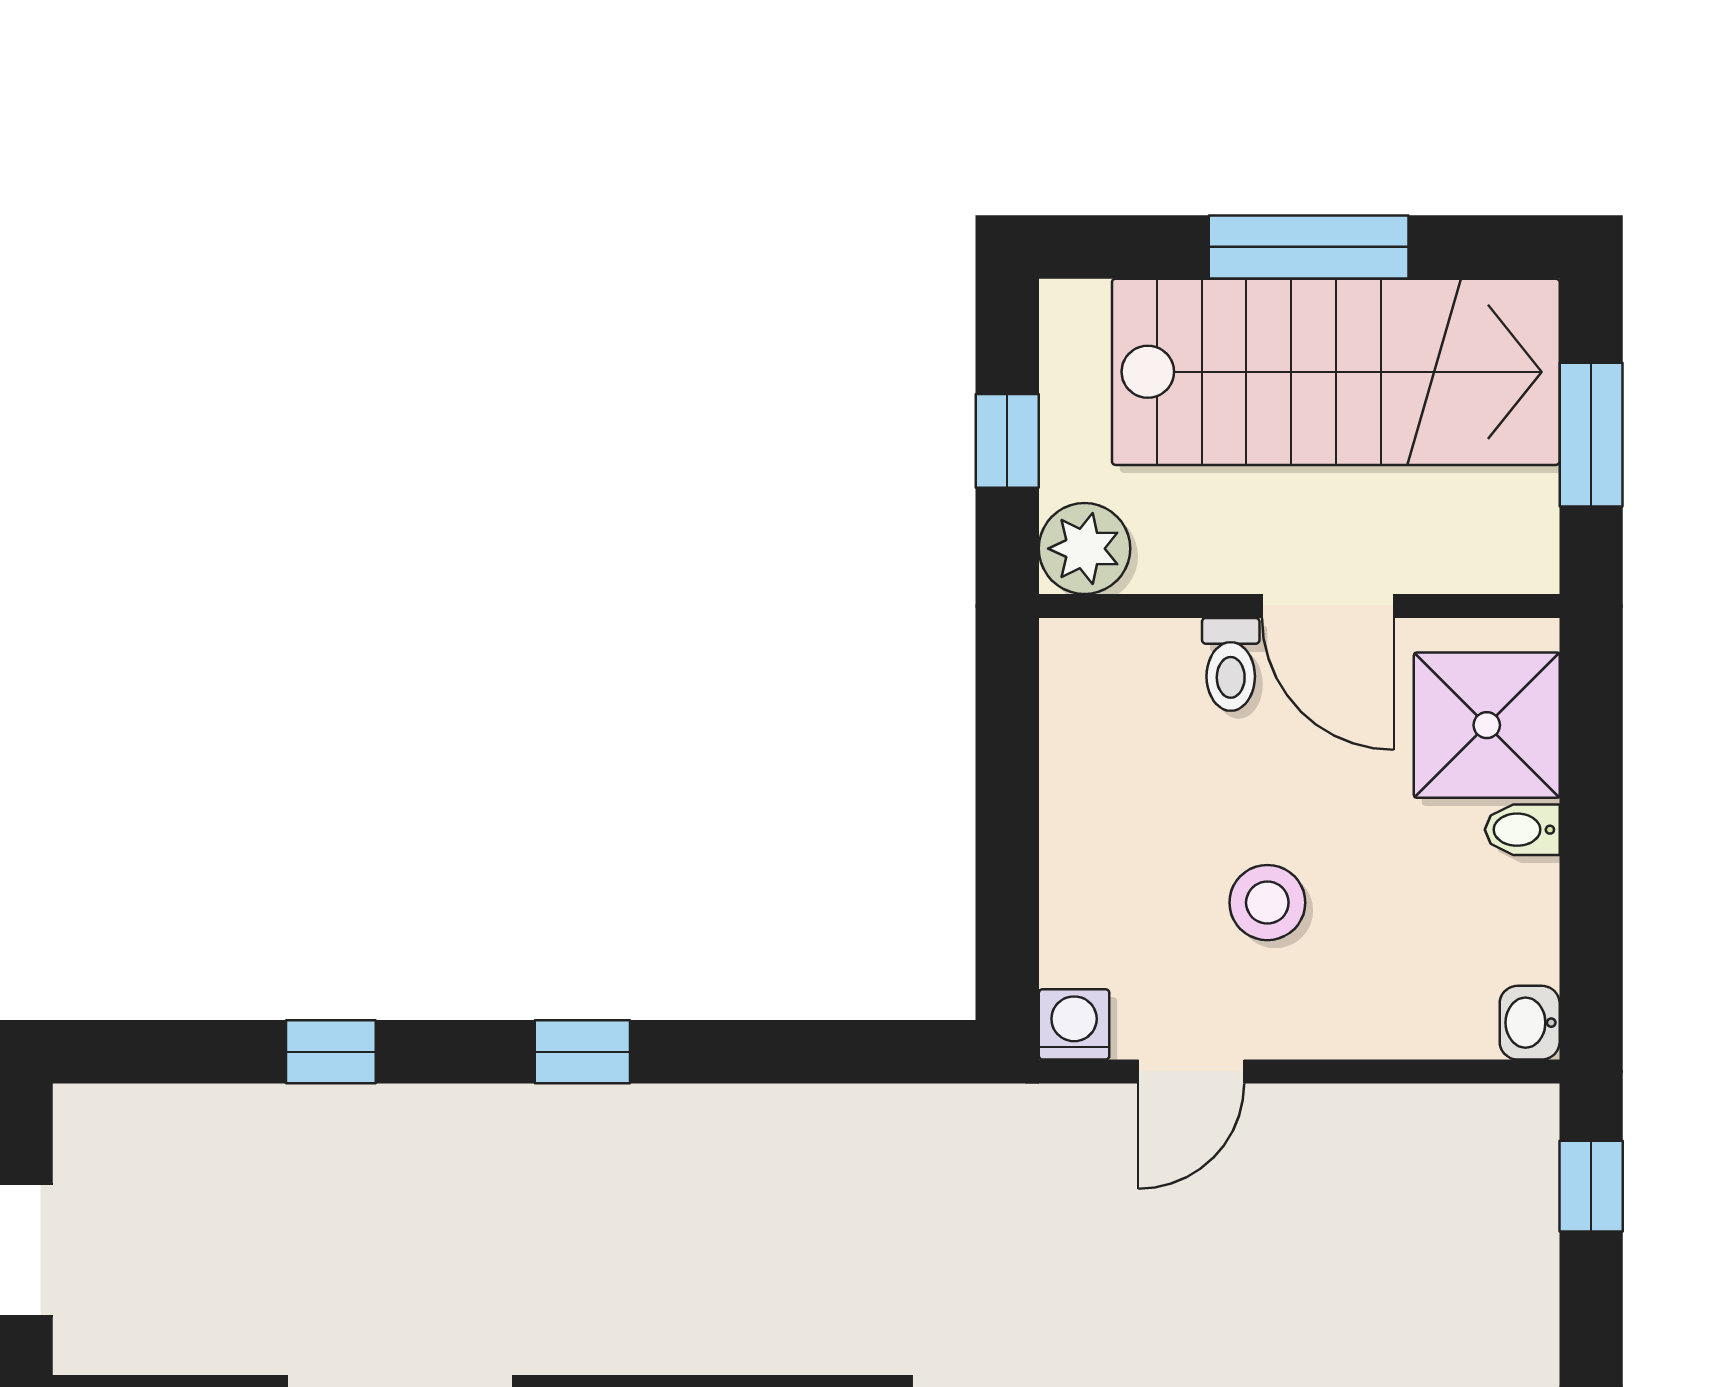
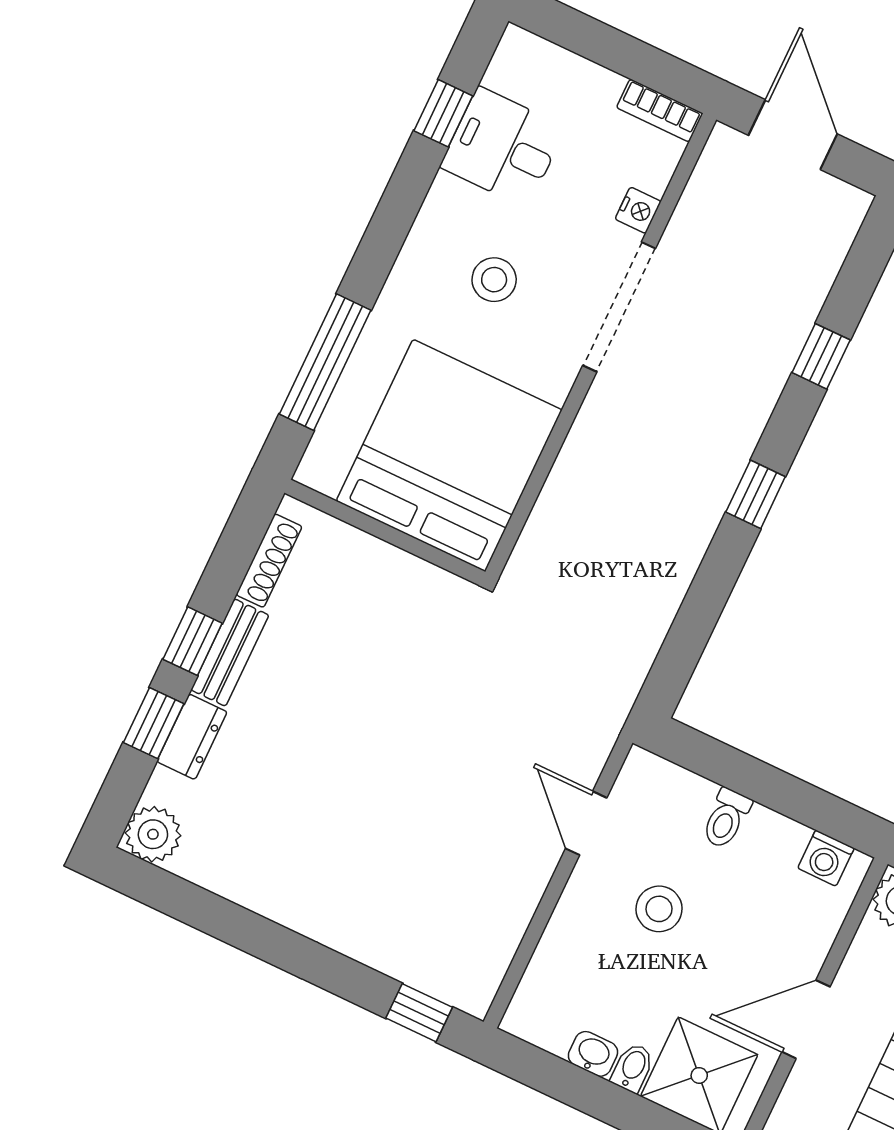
toilet: (1231, 664) -> (726, 818), moved, turned -90
washbasin: (1530, 1023) -> (593, 1054), moved
washing machine: (1074, 1024) -> (826, 858), moved, turned 90

